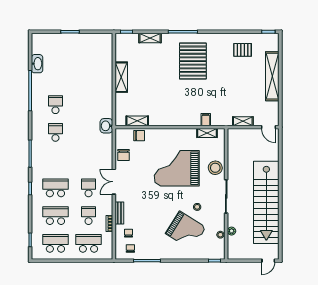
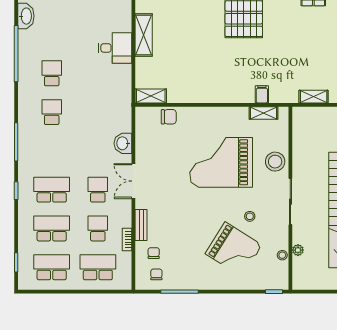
desk: (101, 87) -> (115, 48), added
shelving: (137, 121) -> (151, 96), moved
washbasin: (106, 126) -> (123, 143), moved
chair: (123, 155) -> (147, 144), removed

